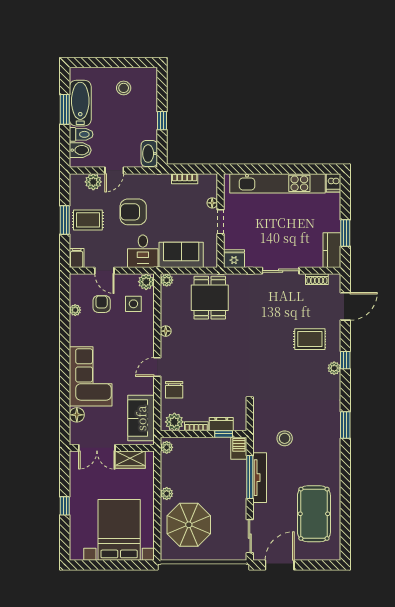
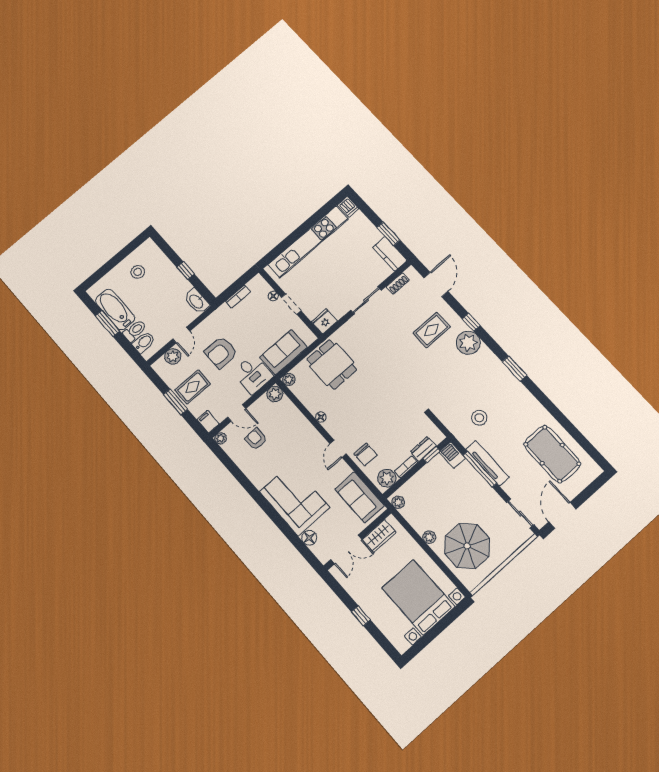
side table: (133, 304) -> (279, 418), removed
plant: (75, 310) -> (221, 438), moved
plant: (334, 368) -> (468, 343), width x1.87, depth x1.87

